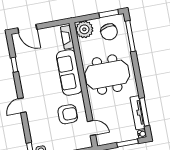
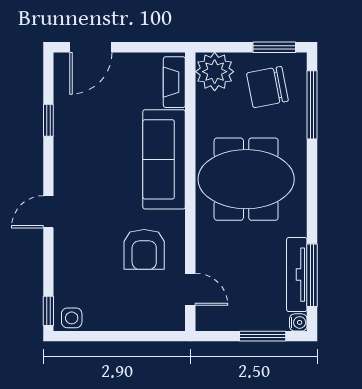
door: (27, 29) -> (91, 47), hinge flipped
chair: (109, 32) -> (267, 87), turned 90
armchair: (68, 114) -> (144, 249), turned 90

